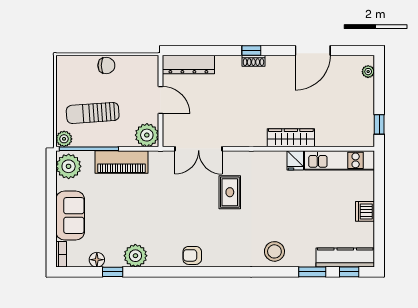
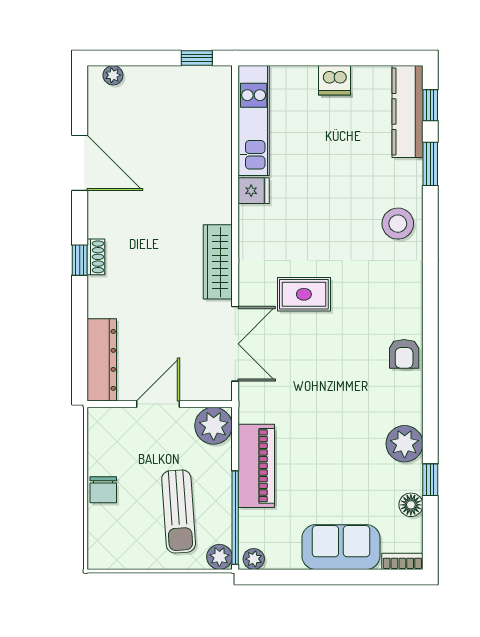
chair: (106, 65) -> (103, 490), turned 180
wardrobe: (291, 138) -> (218, 262), moved
plant: (69, 166) -> (254, 559), width x0.53, depth x0.53

